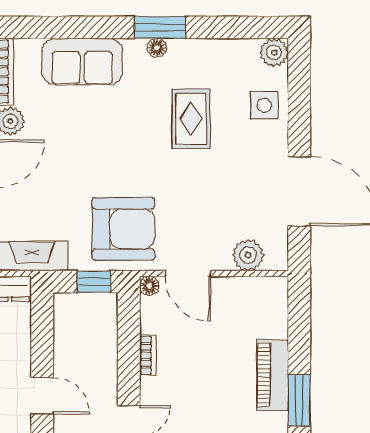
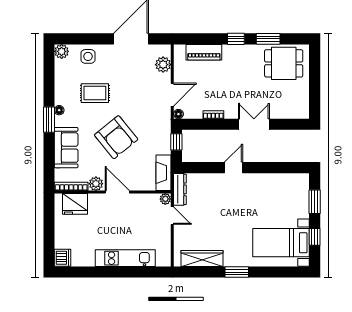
window: (160, 27) -> (49, 120), moved
armchair: (123, 229) -> (116, 137), moved, turned 141
piano: (272, 375) -> (204, 52), moved
window: (299, 400) -> (236, 39), width x0.67

